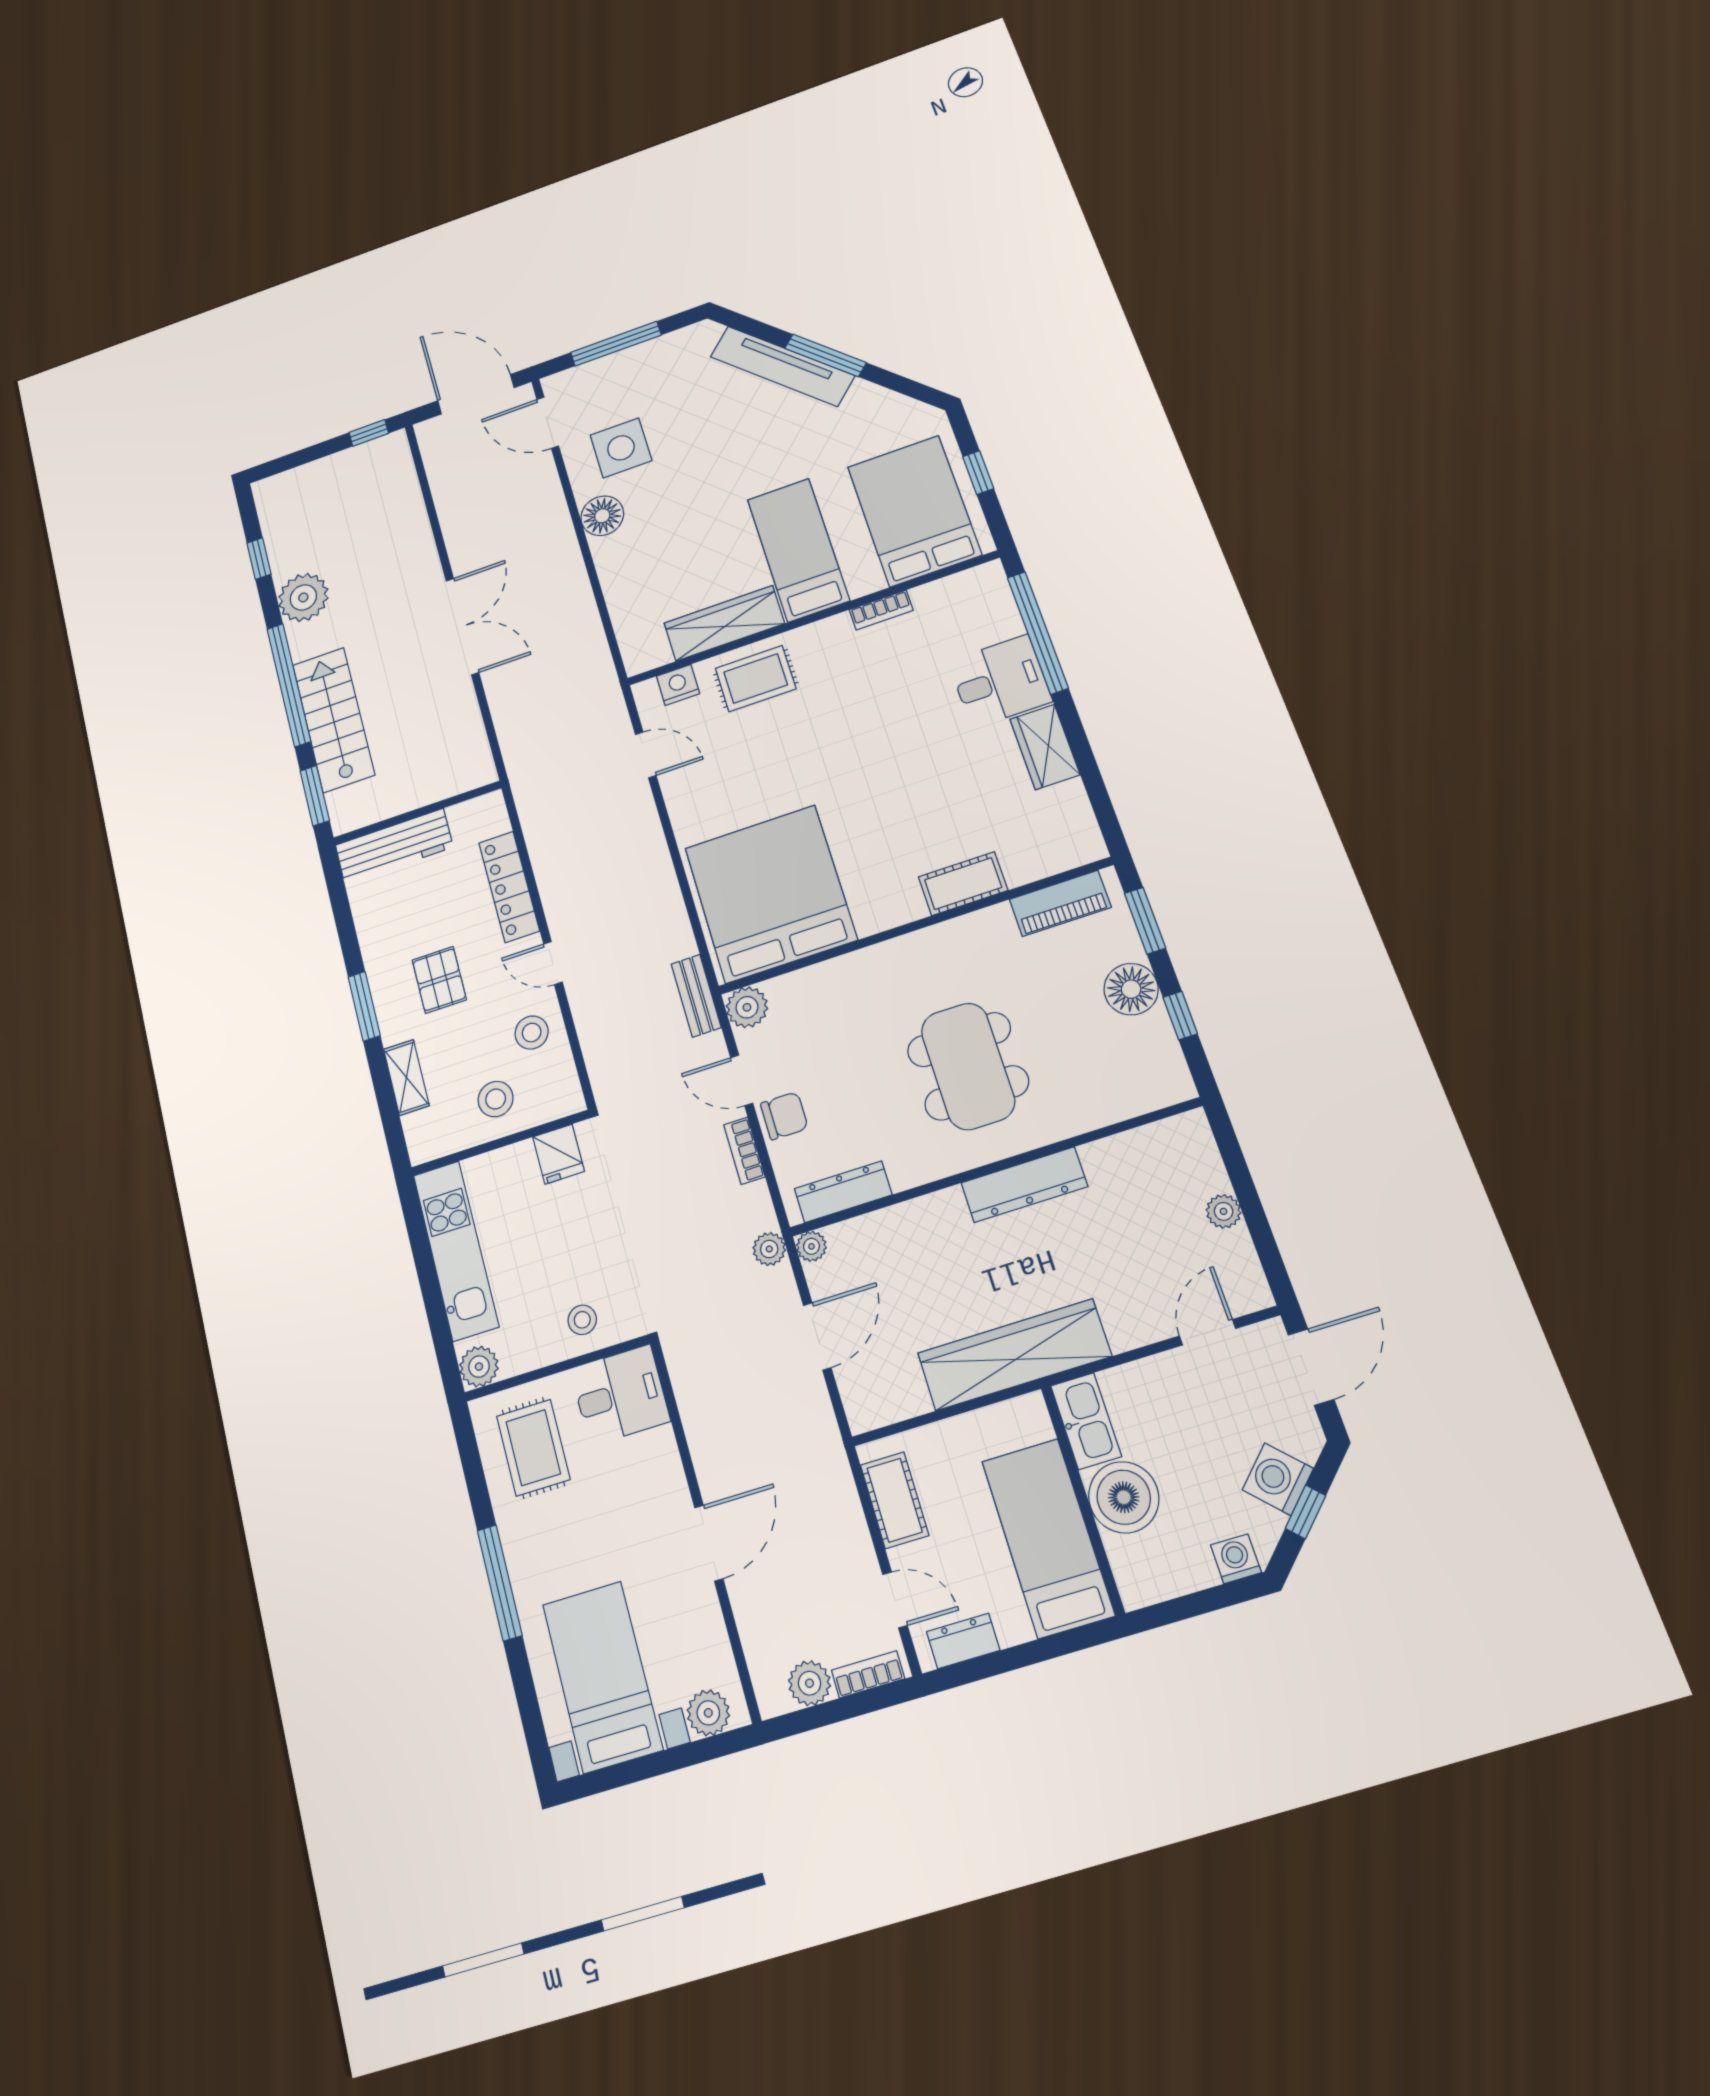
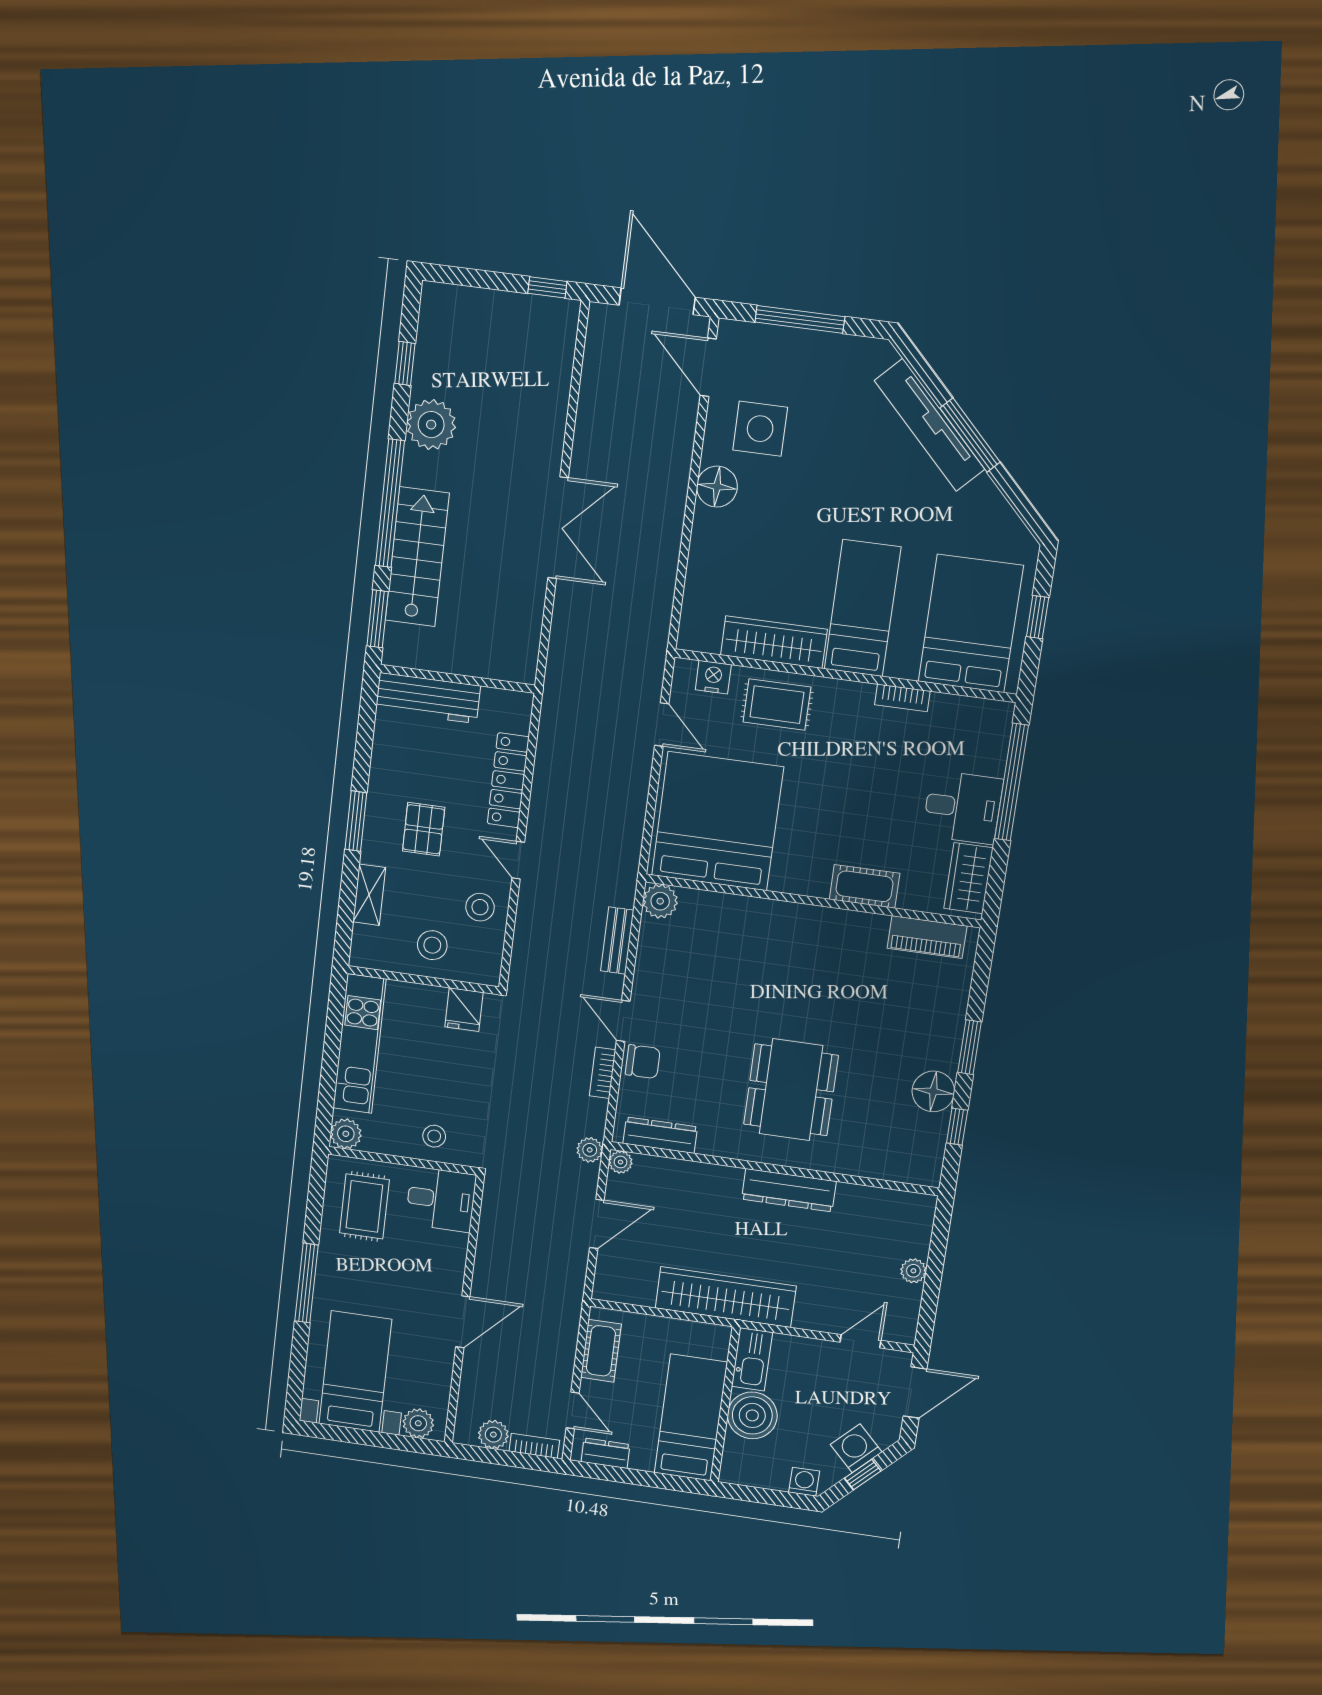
cot: (963, 884) -> (864, 886), moved
bed: (770, 894) -> (717, 821), moved
piano: (1060, 903) -> (927, 937), moved
wall: (914, 926) -> (813, 901), moved
plant: (747, 1007) -> (660, 901), moved

